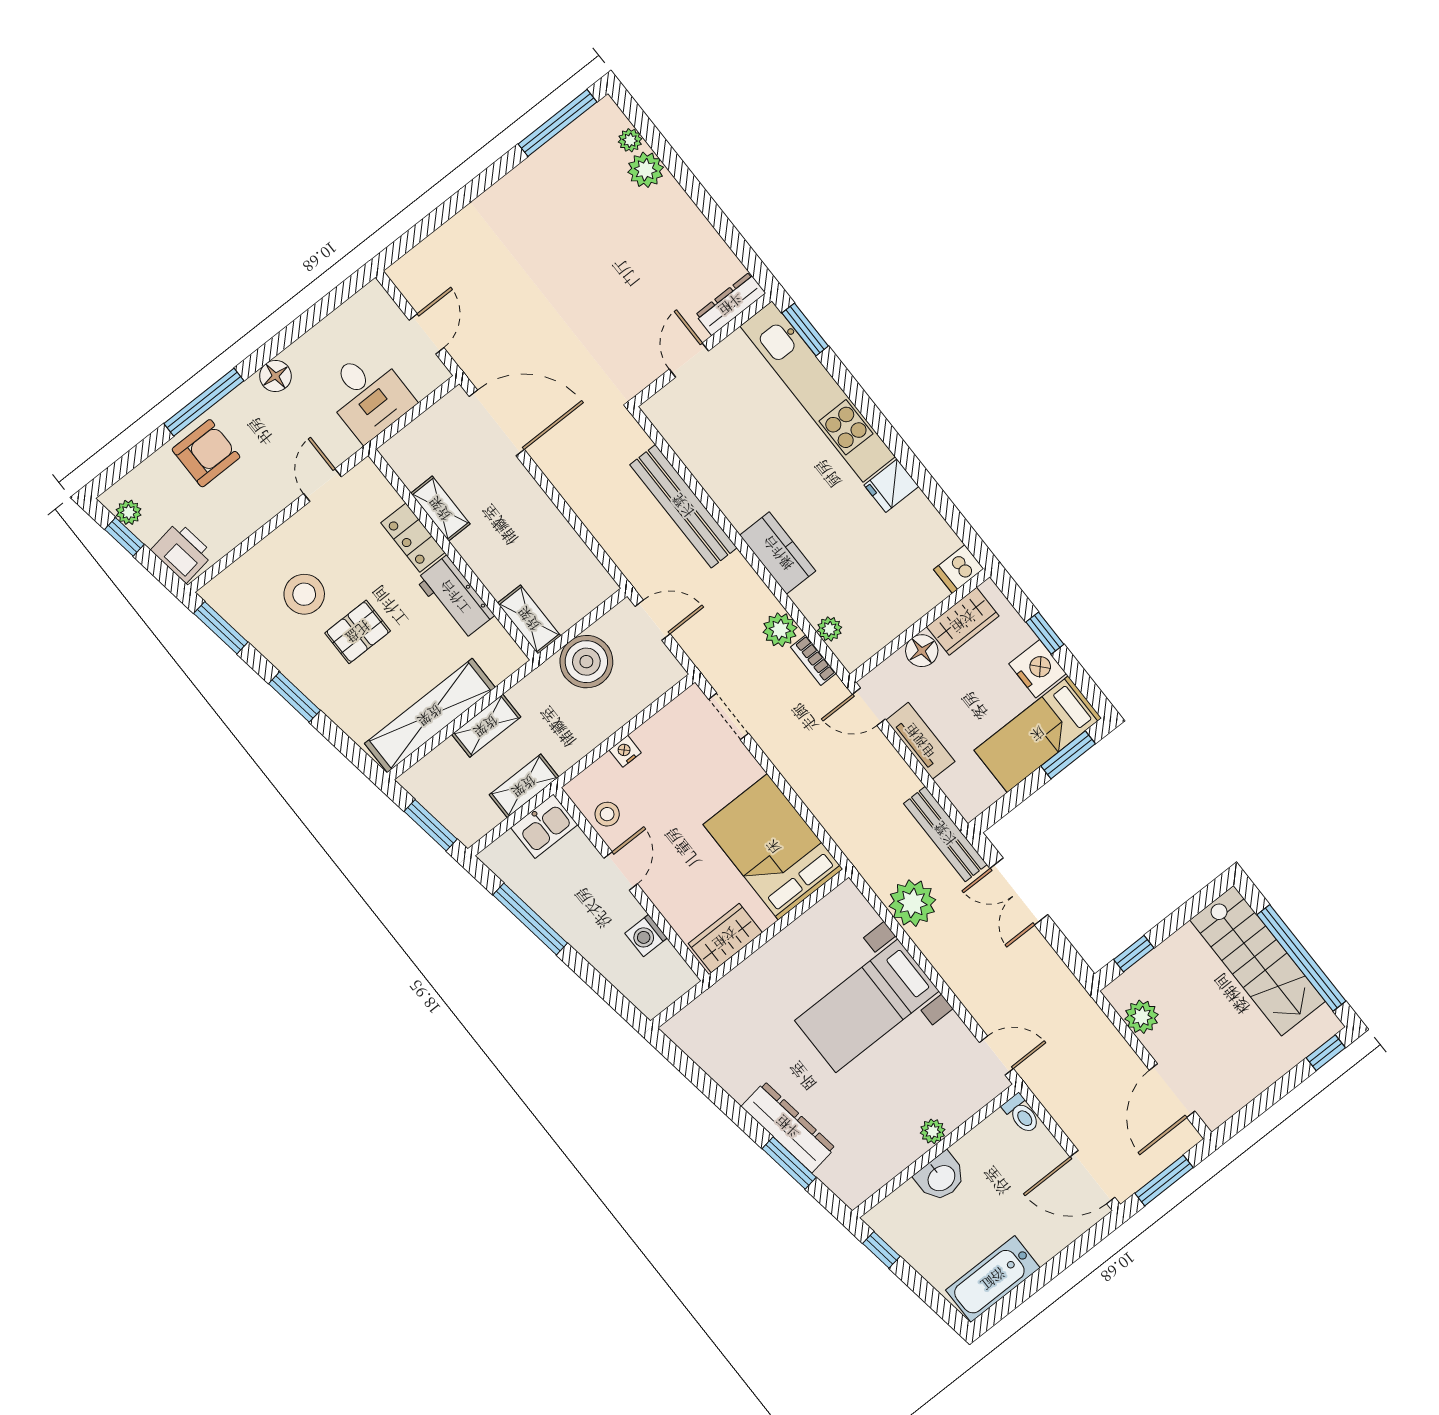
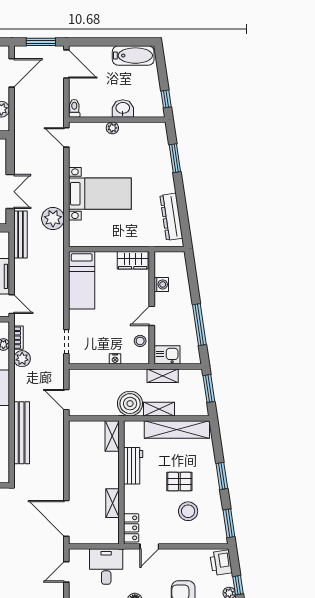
locker: (413, 538) -> (131, 528), moved
boiler: (586, 662) -> (130, 404), moved
bed: (773, 847) -> (82, 280), width x0.67
dresser: (788, 1127) -> (171, 217), moved

